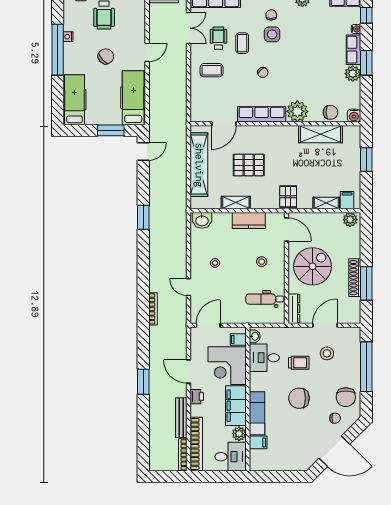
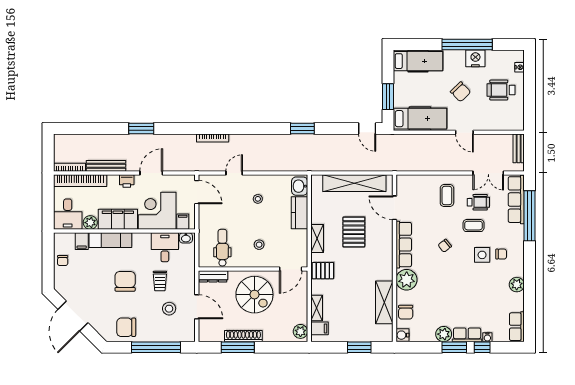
window: (366, 15) -> (482, 347), moved
nightstand: (68, 37) -> (475, 58), width x1.89, depth x1.79
shelving: (236, 203) -> (317, 238), moved
kitchen counter: (249, 221) -> (299, 213), moved
chair: (335, 418) -> (63, 261), moved

